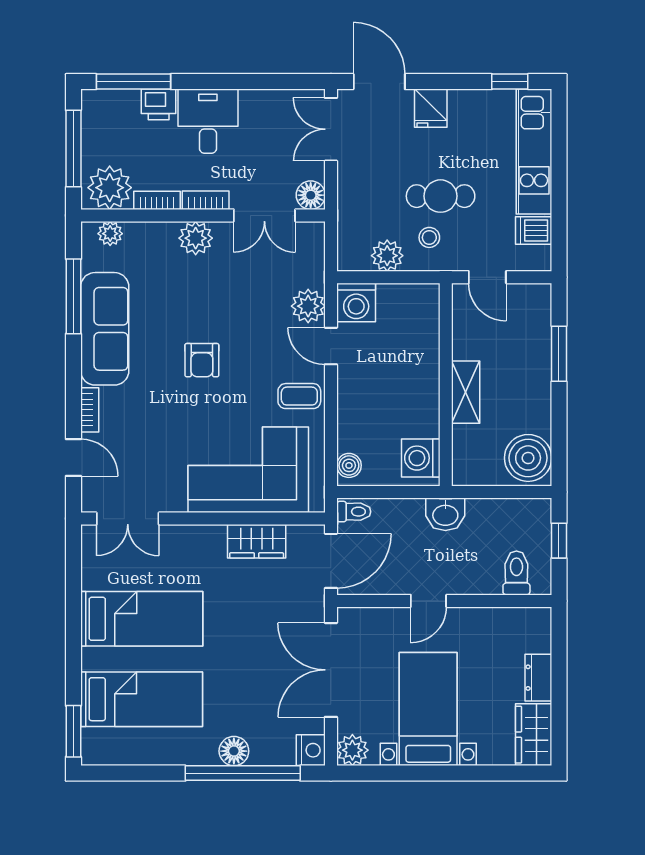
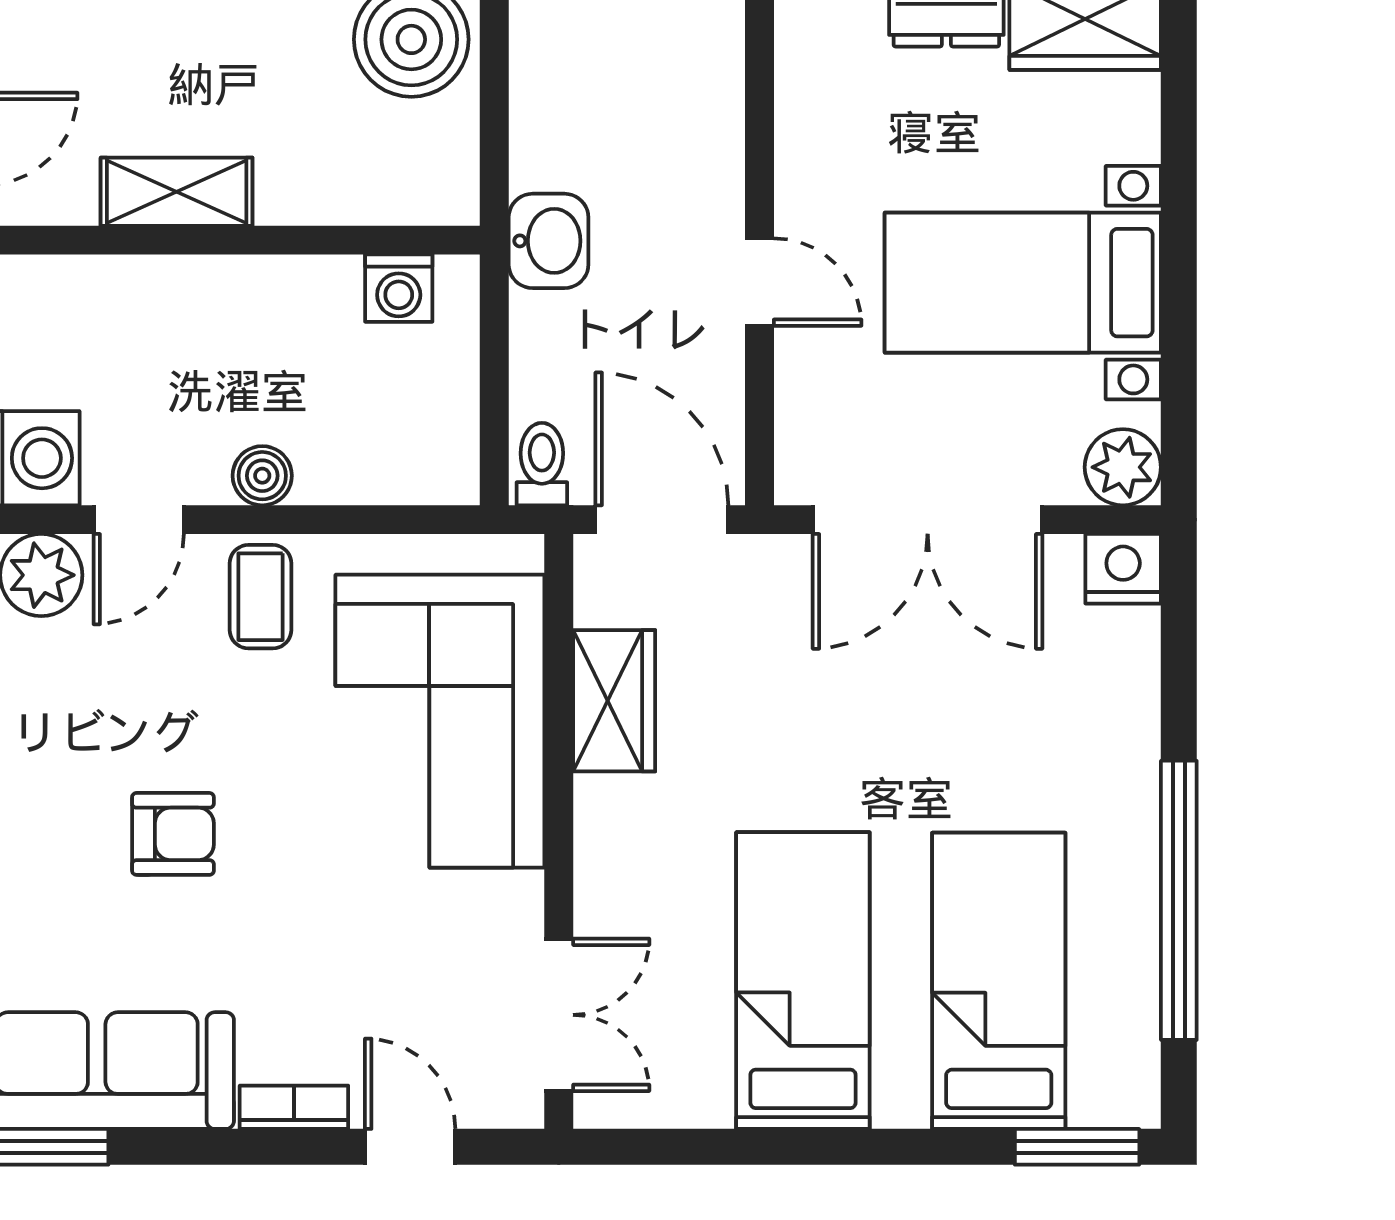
shelving: (466, 392) -> (177, 192), moved
door: (73, 458) -> (410, 1147), hinge flipped
washing machine: (421, 458) -> (399, 288), width x0.73, depth x0.73
boiler: (349, 465) -> (262, 476), moved
toilet: (516, 573) -> (691, 68), removed
floor lamp: (234, 751) -> (1125, 756), removed
window: (243, 773) -> (1179, 900), moved

